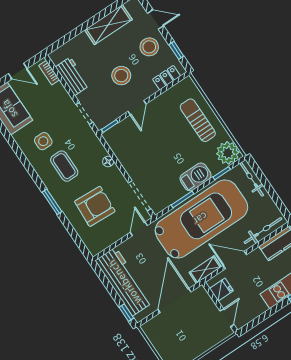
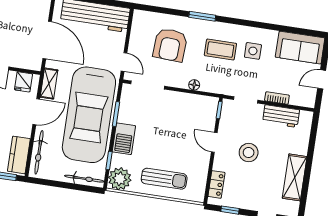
stool: (149, 47) -> (251, 192), removed
bookcase: (49, 73) -> (277, 98), moved

